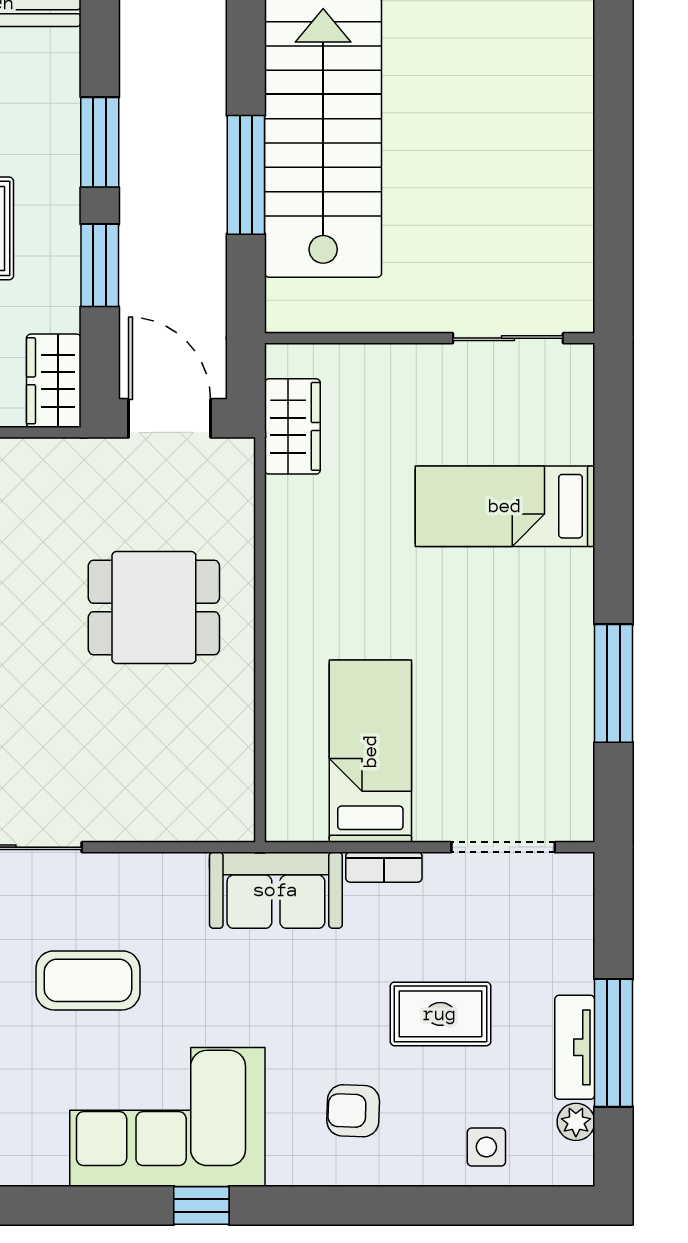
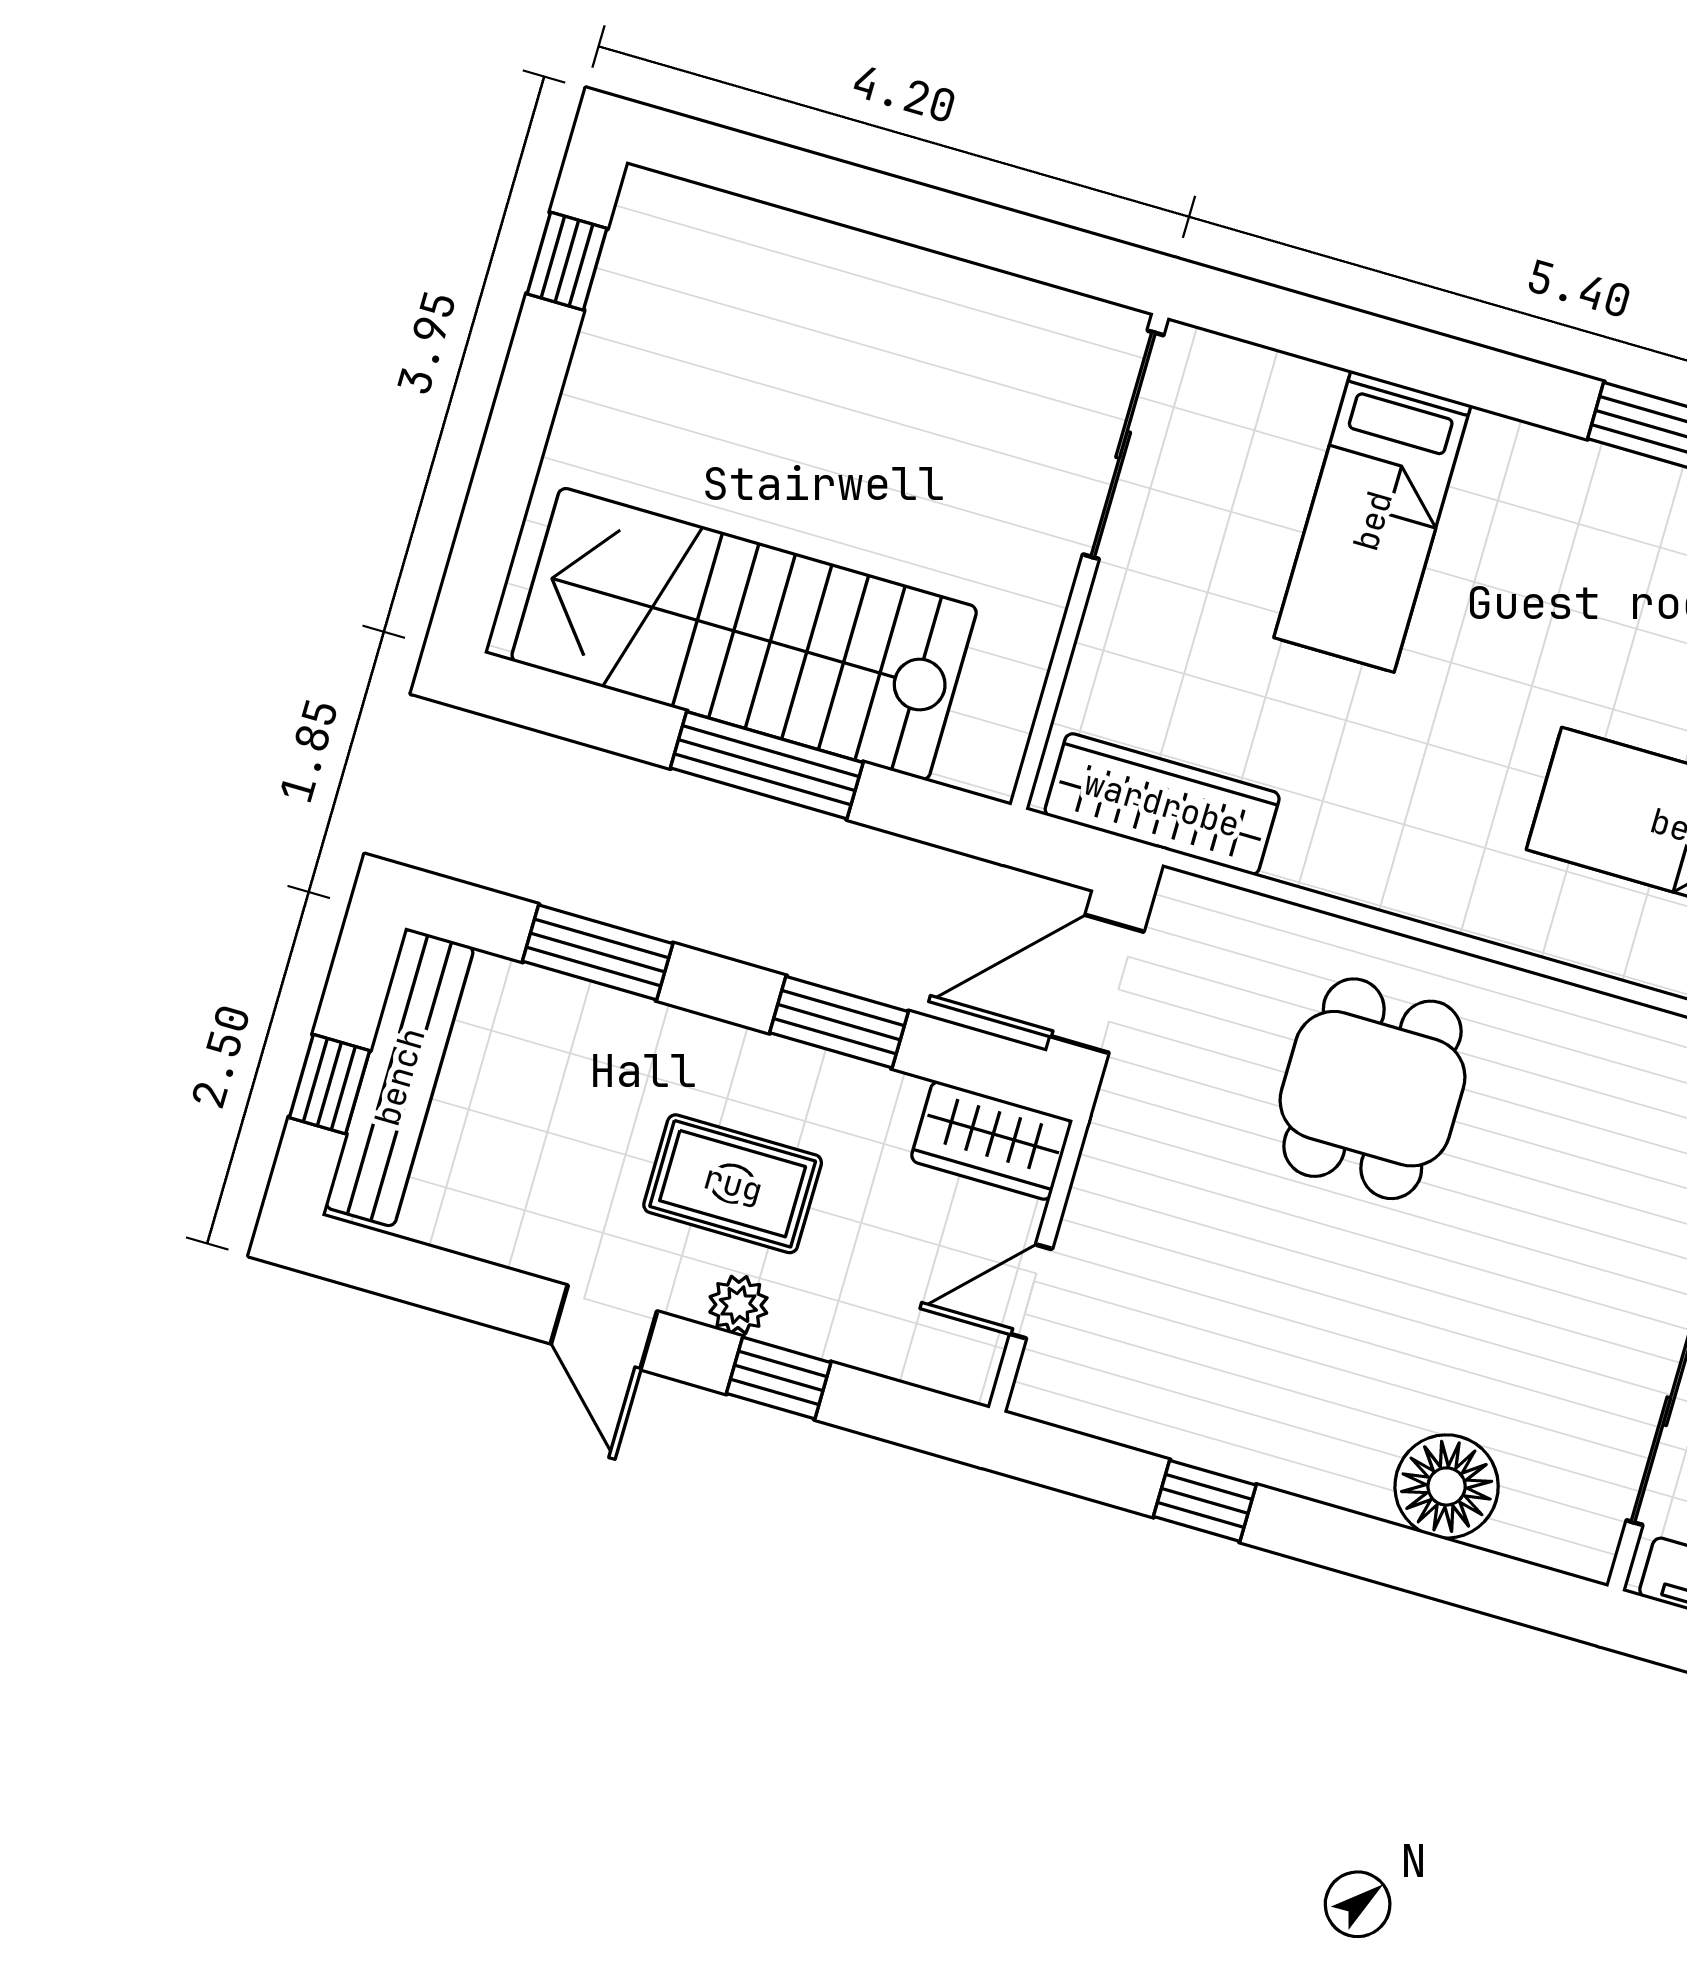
window: (100, 142) -> (598, 952), moved
sliding door: (508, 338) -> (1123, 445), width x1.37
wardrobe: (292, 426) -> (1162, 804), width x1.50

